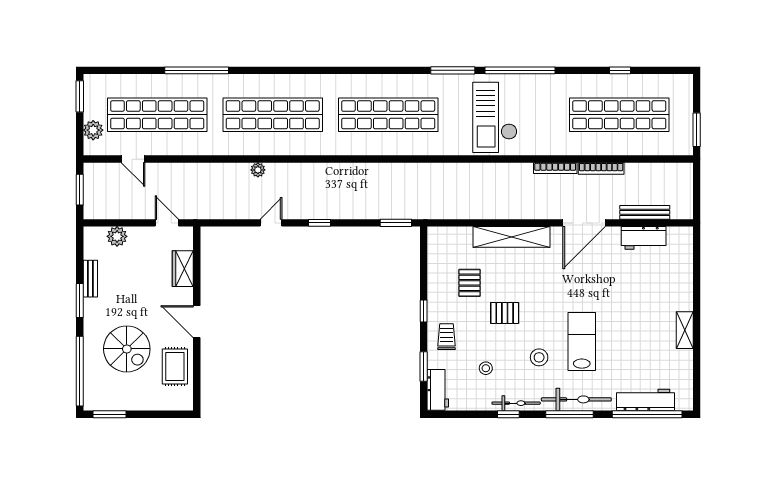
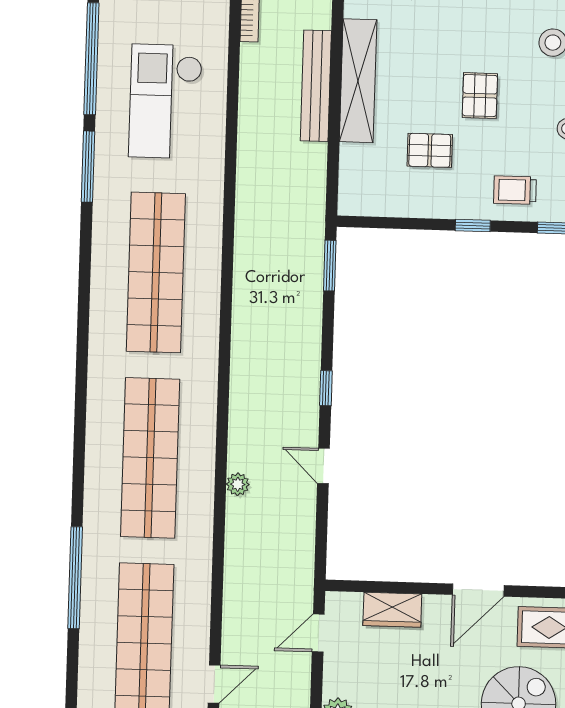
checkout: (495, 117) -> (166, 101), turned 90
bench: (508, 211) -> (316, 86), added

